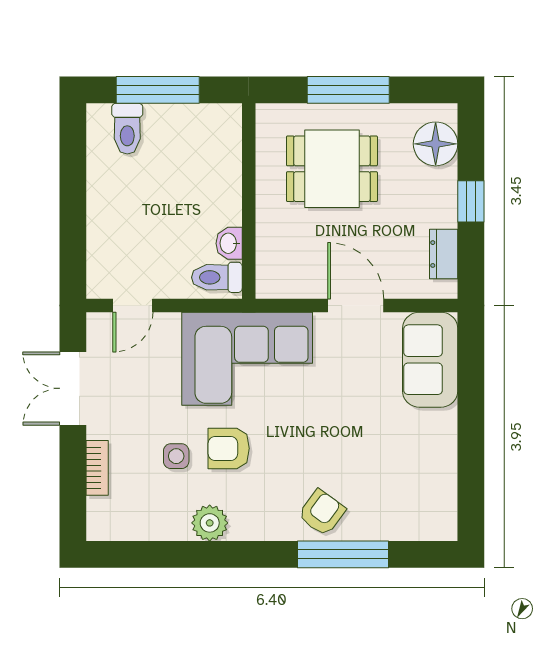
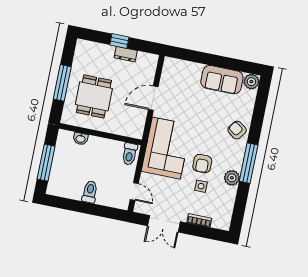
toilet: (127, 129) -> (90, 192), moved, turned -90
floor lamp: (436, 144) -> (92, 51), removed
washbasin: (229, 243) -> (81, 139), moved
dresser: (444, 254) -> (126, 54), moved
sofa: (430, 360) -> (222, 80), moved
plant: (439, 523) -> (251, 82), added
window: (343, 554) -> (249, 163), moved

